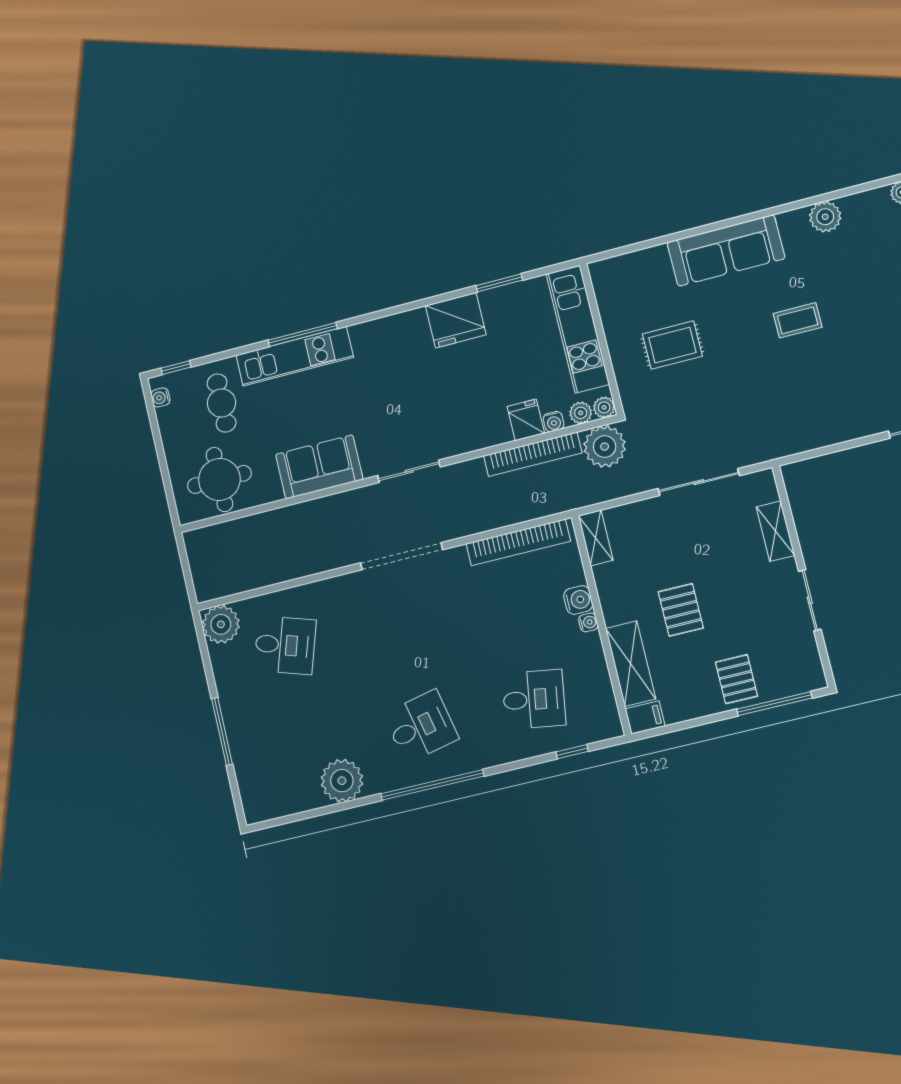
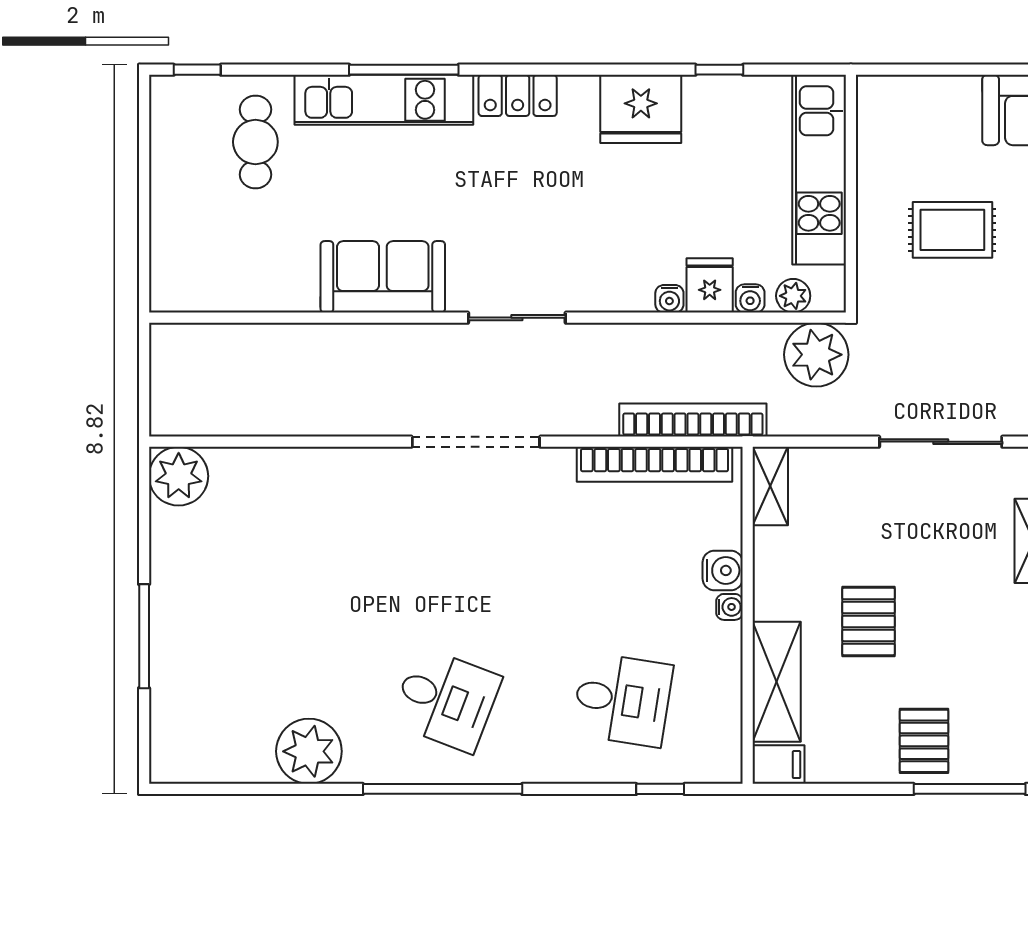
window: (499, 283) -> (719, 70), width x0.67
locker: (377, 332) -> (518, 95), added
water cooler: (160, 397) -> (669, 299), moved, turned -90
plant: (604, 407) -> (830, 296), removed
bookcase: (533, 454) -> (693, 420), moved, turned 180
round table: (219, 479) -> (226, 257), removed
desk: (285, 645) -> (269, 531), removed
desk: (421, 726) -> (446, 700), turned 33

